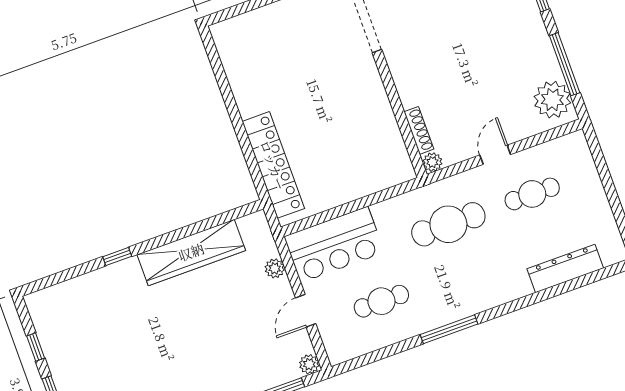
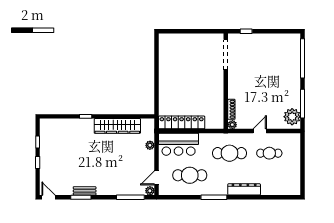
locker: (273, 165) -> (182, 122), moved, turned -90
dresser: (565, 268) -> (244, 189), moved
cafe table: (381, 301) -> (190, 175), width x1.37, depth x1.35
door: (306, 311) -> (156, 178), moved

